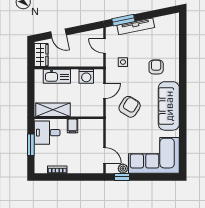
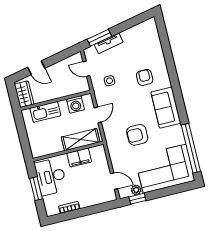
tv unit: (136, 26) -> (109, 43), width x0.71
sofa: (169, 106) -> (166, 108), width x0.73
armchair: (130, 107) -> (137, 135), moved, turned -122
shelving: (53, 110) -> (81, 140), moved
filing cabinet: (72, 126) -> (79, 158), width x2.00
desk: (47, 133) -> (51, 177), width x1.37
window: (183, 143) -> (191, 148), added

